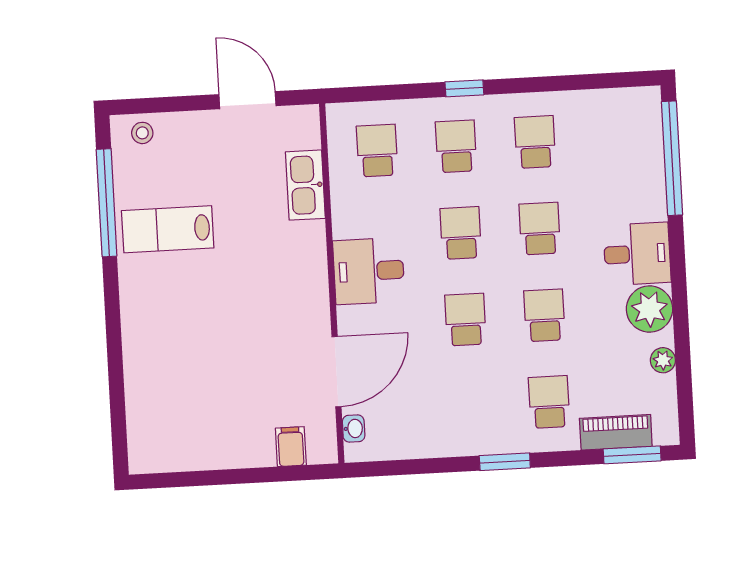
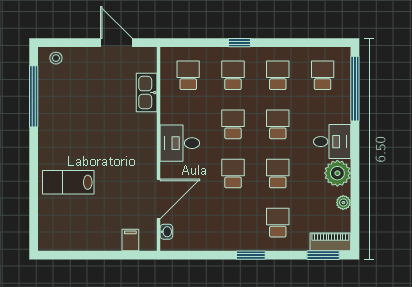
school desk: (614, 138) -> (323, 75), added
lab bench: (168, 229) -> (68, 182), moved
piano: (616, 432) -> (330, 242), moved

